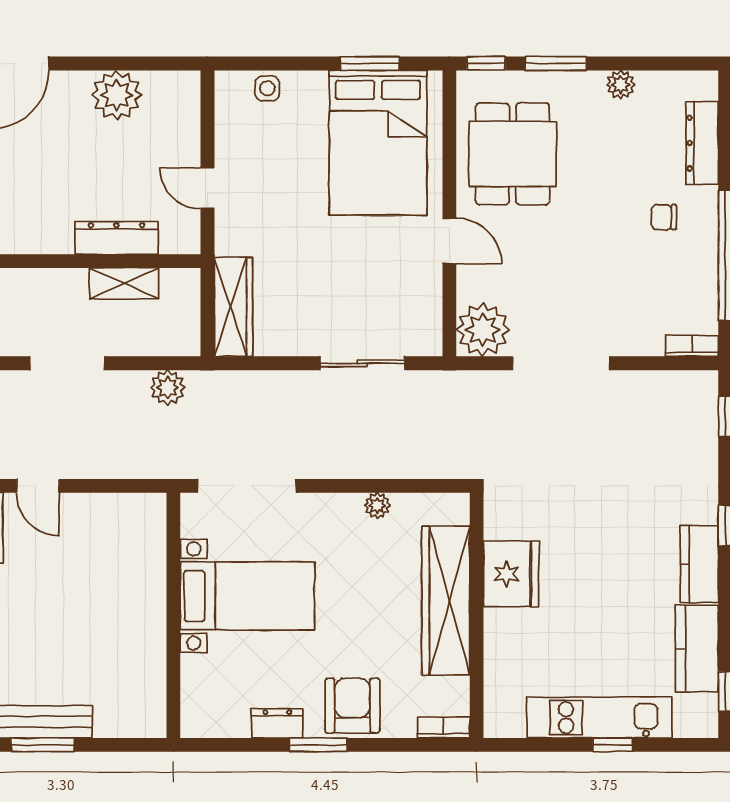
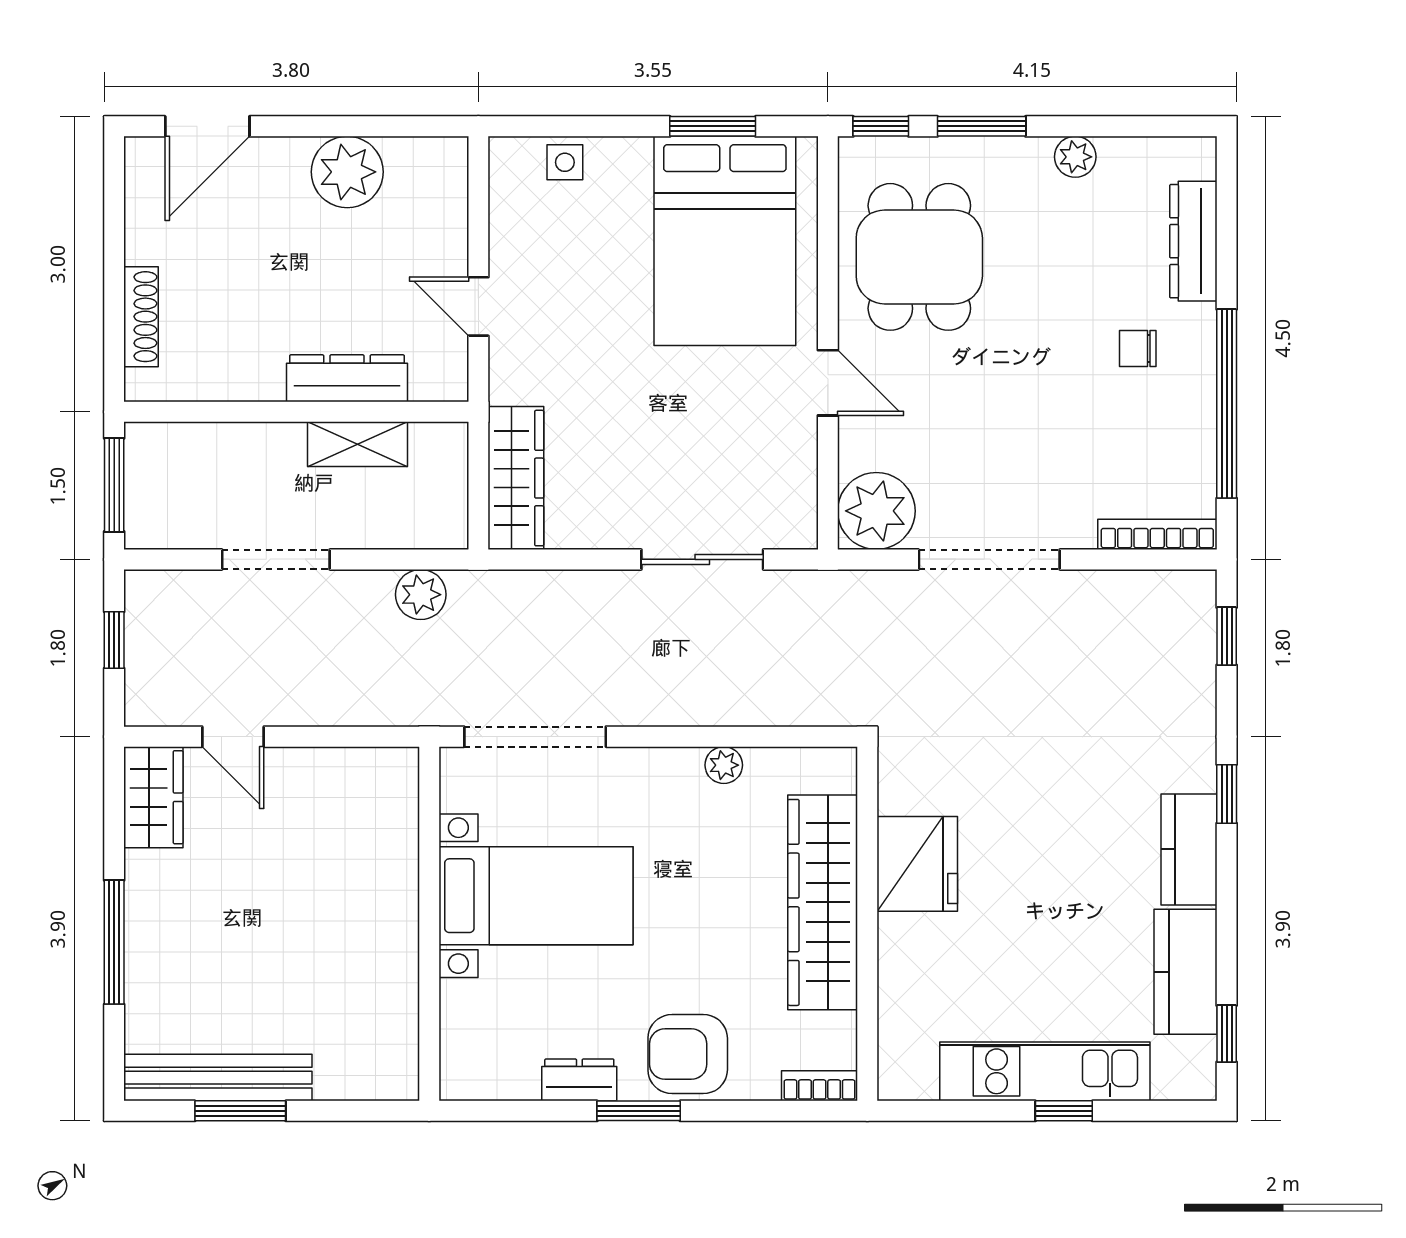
bookcase: (692, 346) -> (1157, 534), width x1.56
armchair: (352, 706) -> (688, 1054), turned -90

